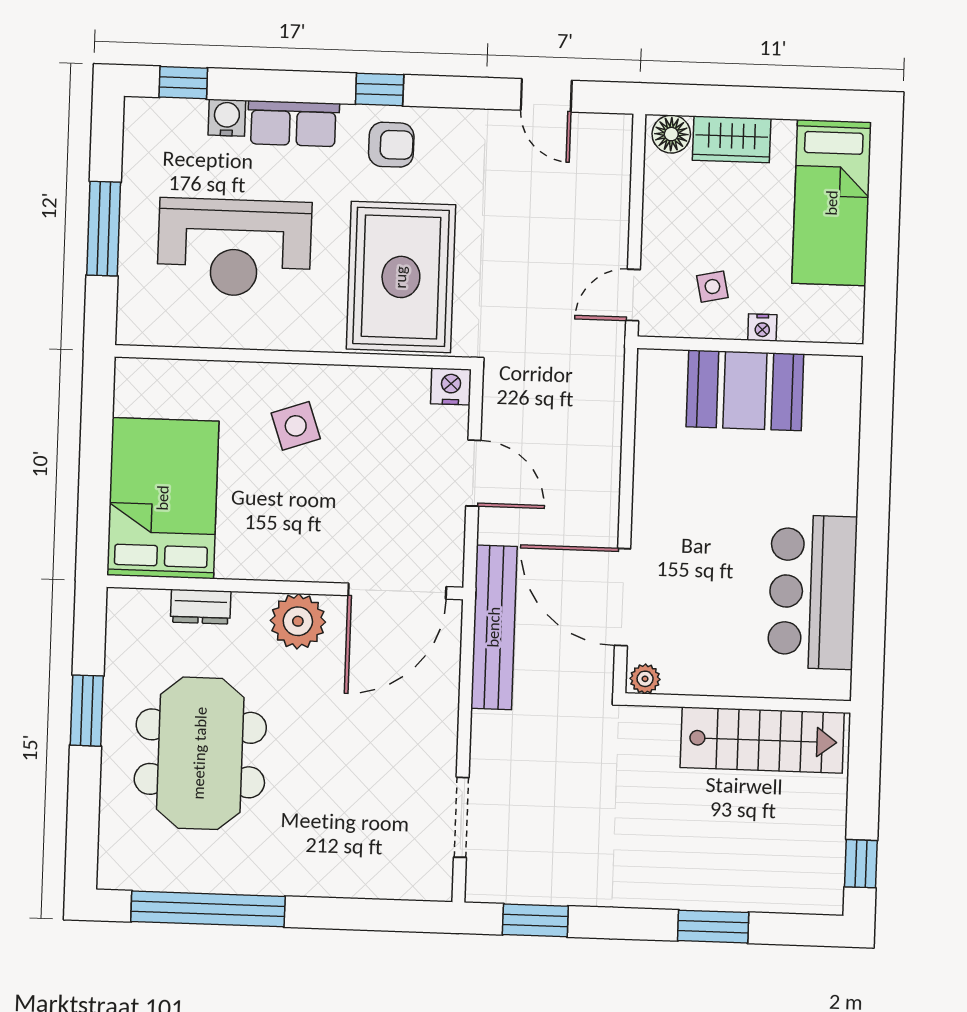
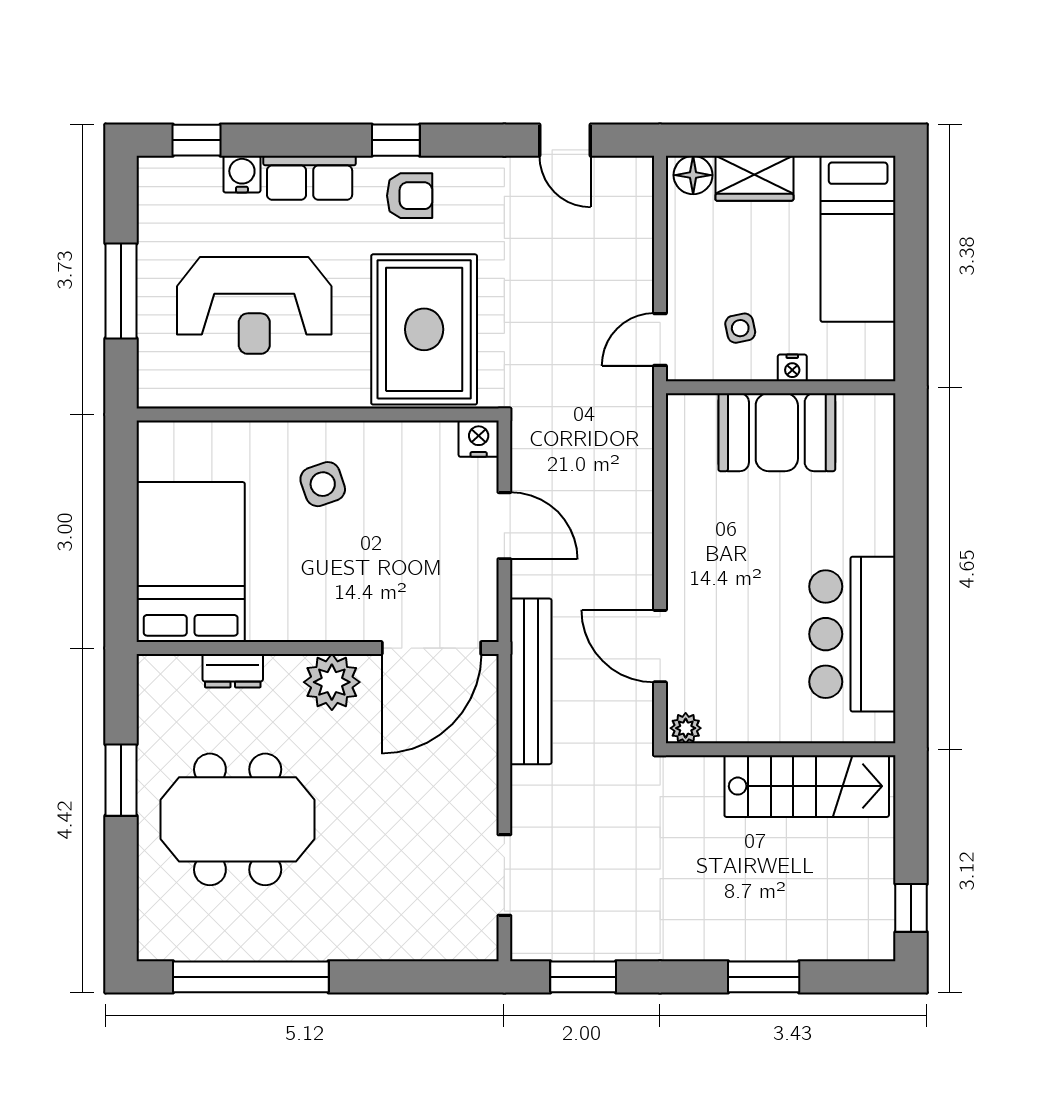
door: (623, 597) -> (660, 646), width x0.73
meeting table: (200, 753) -> (238, 819), turned 90

